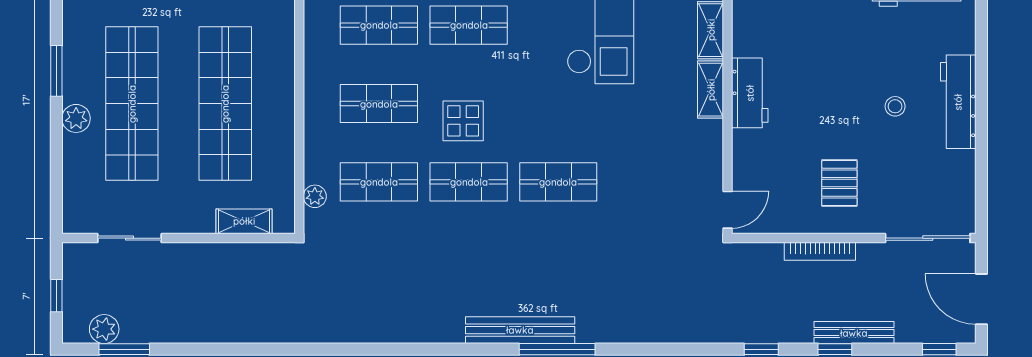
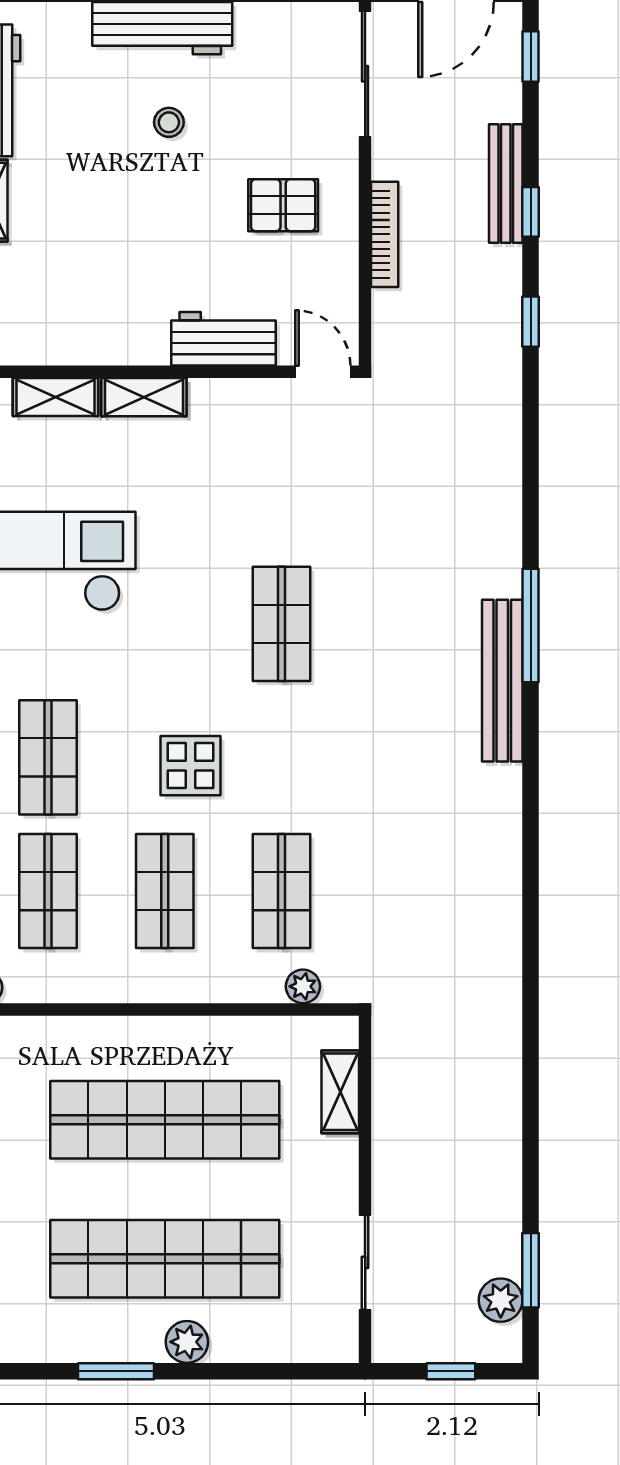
workbench: (750, 93) -> (223, 339), moved
shop shelf: (469, 182) -> (281, 757), removed

